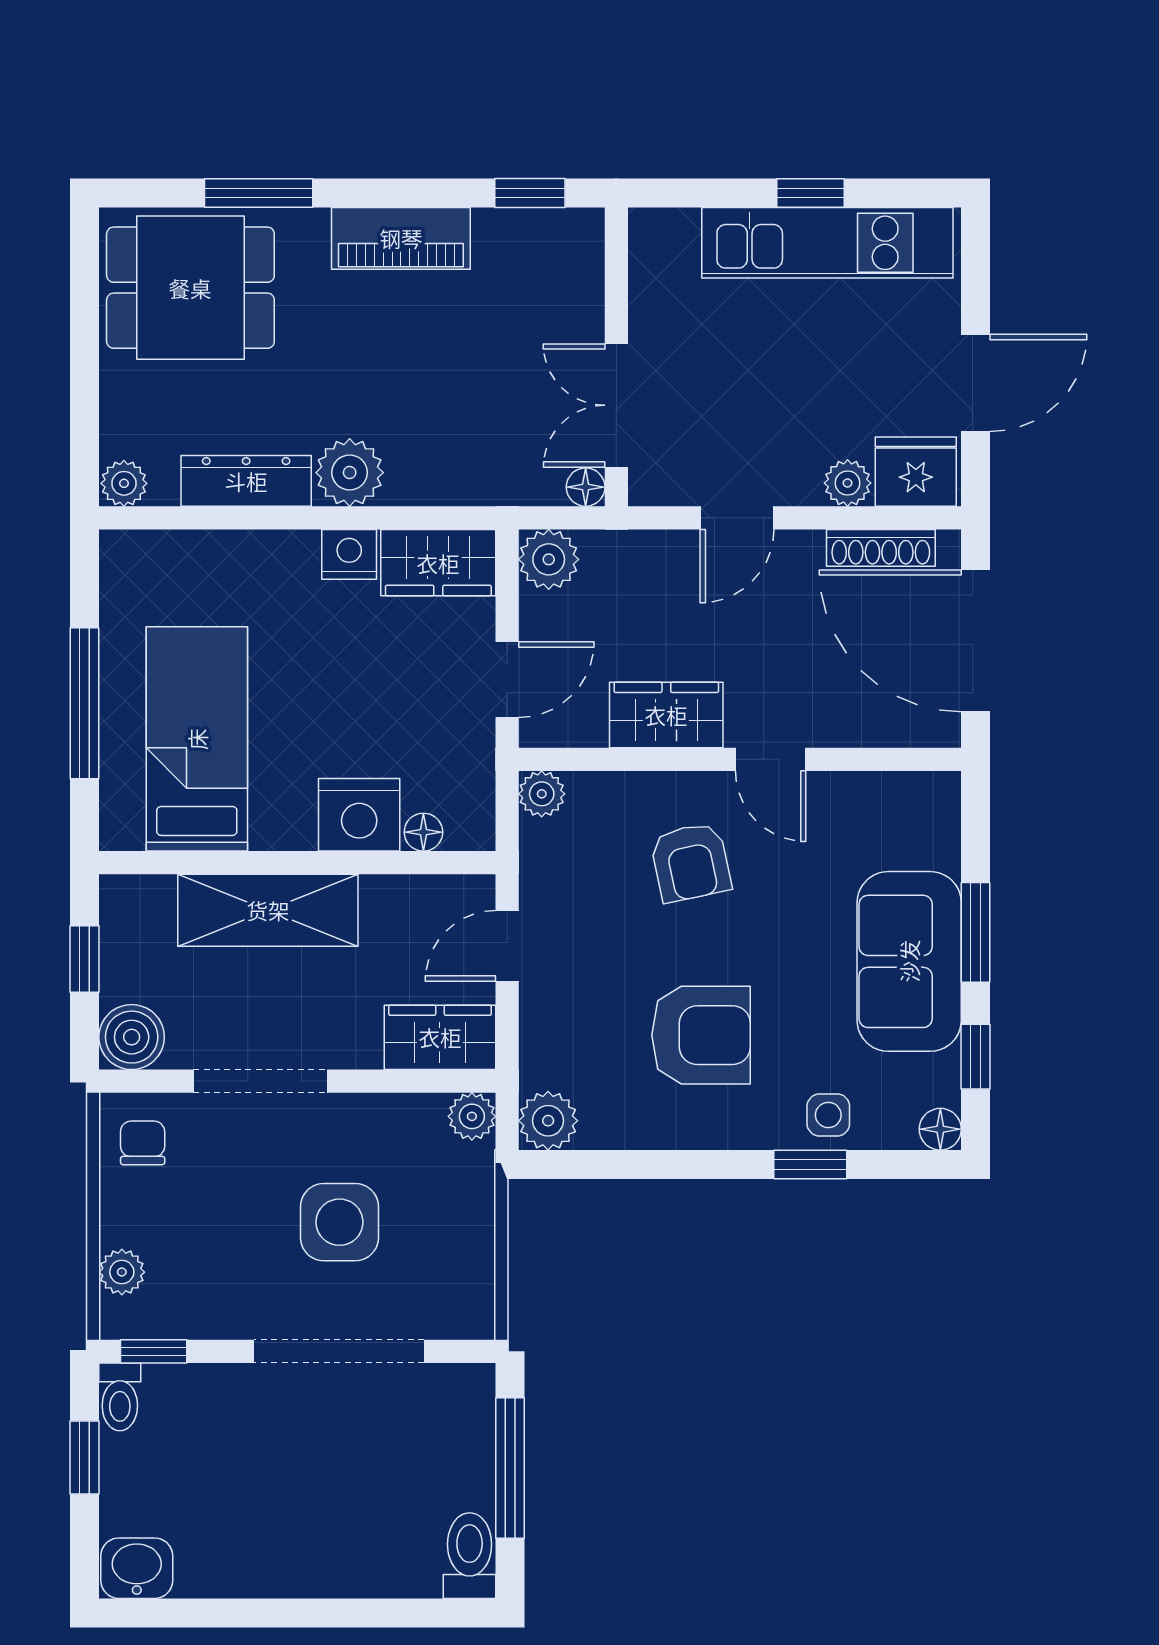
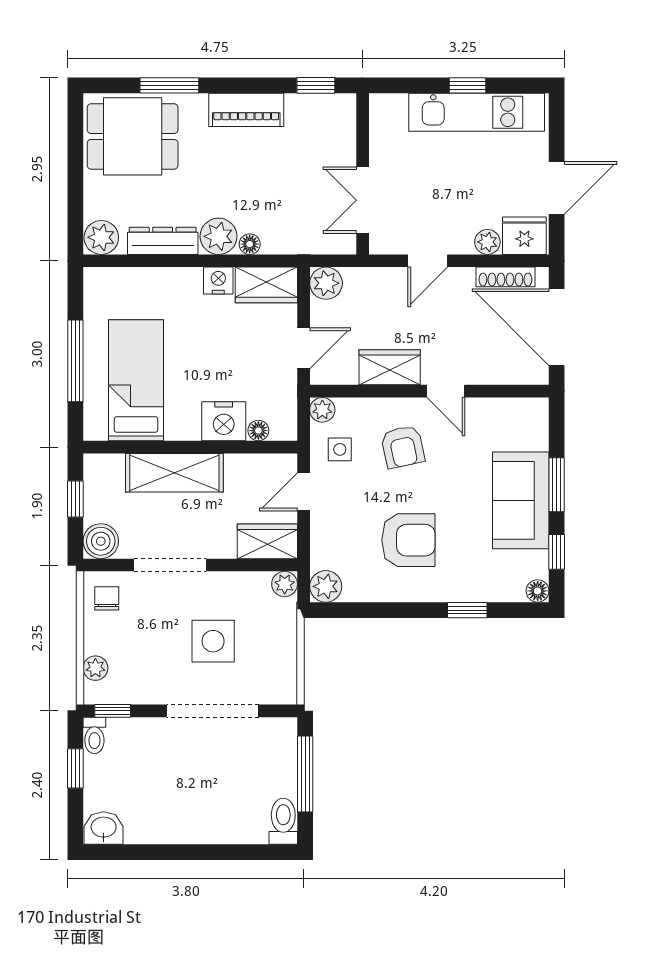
plant: (124, 483) -> (101, 237), width x1.38, depth x1.38
floor lamp: (586, 487) -> (250, 244), moved
side table: (828, 1115) -> (340, 449), moved

